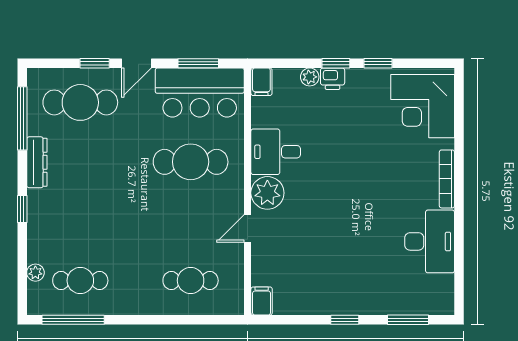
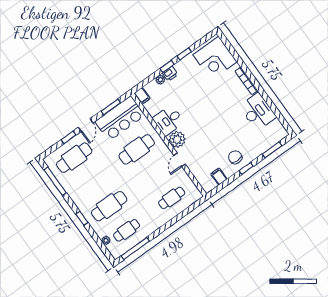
dresser: (37, 162) -> (74, 195), removed
cafe table: (80, 221) -> (109, 206), added
chair: (340, 289) -> (235, 157), added
filing cabinet: (262, 301) -> (219, 177), moved

